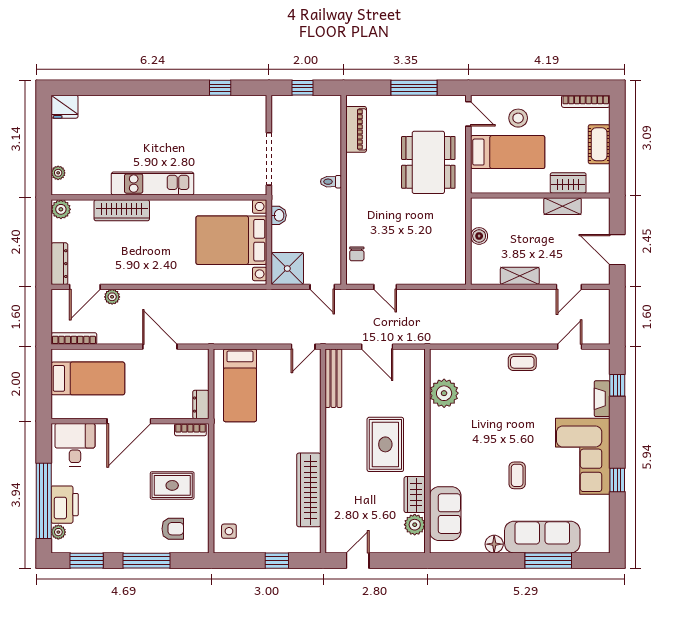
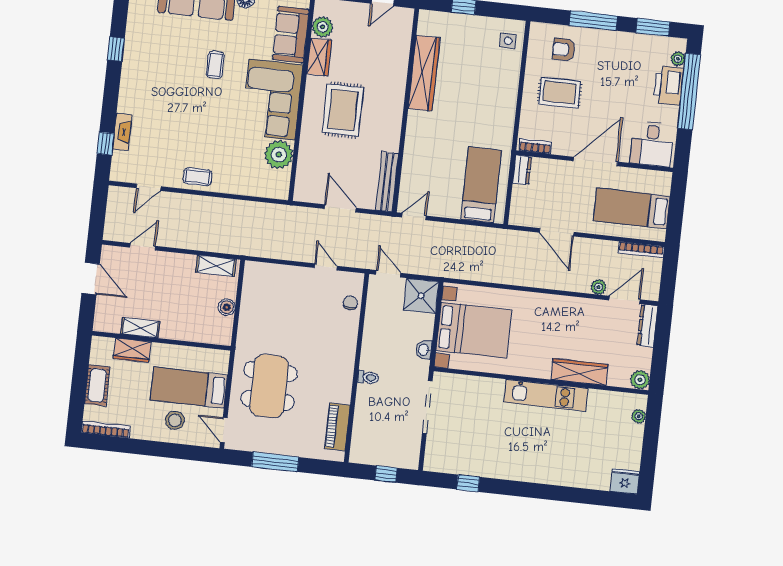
shelving: (520, 276) -> (216, 266), moved
corner sofa: (583, 456) -> (272, 100), moved, turned 180

